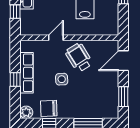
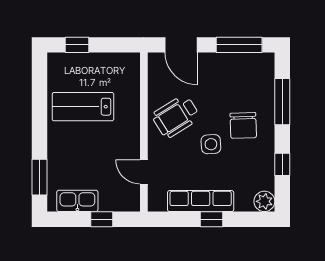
door: (56, 38) -> (144, 172), moved
window: (123, 97) -> (239, 45), width x1.44
chair: (49, 108) -> (243, 125), moved

